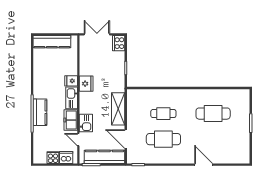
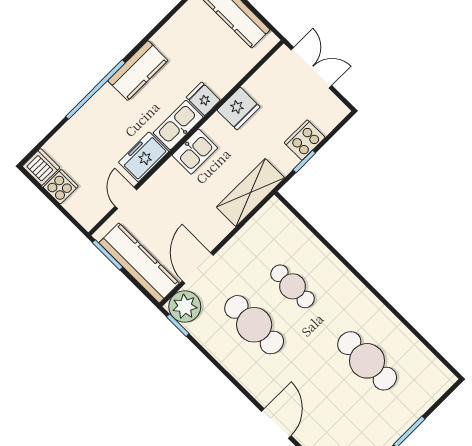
cooker: (119, 43) -> (305, 140), moved
fridge: (86, 84) -> (239, 109), moved
shelving: (118, 109) -> (251, 192), moved
kitchen counter: (40, 112) -> (138, 71), moved
kitchen sink: (86, 123) -> (195, 152), moved
plant: (134, 156) -> (185, 307), added
dishwasher: (66, 158) -> (41, 167), moved

